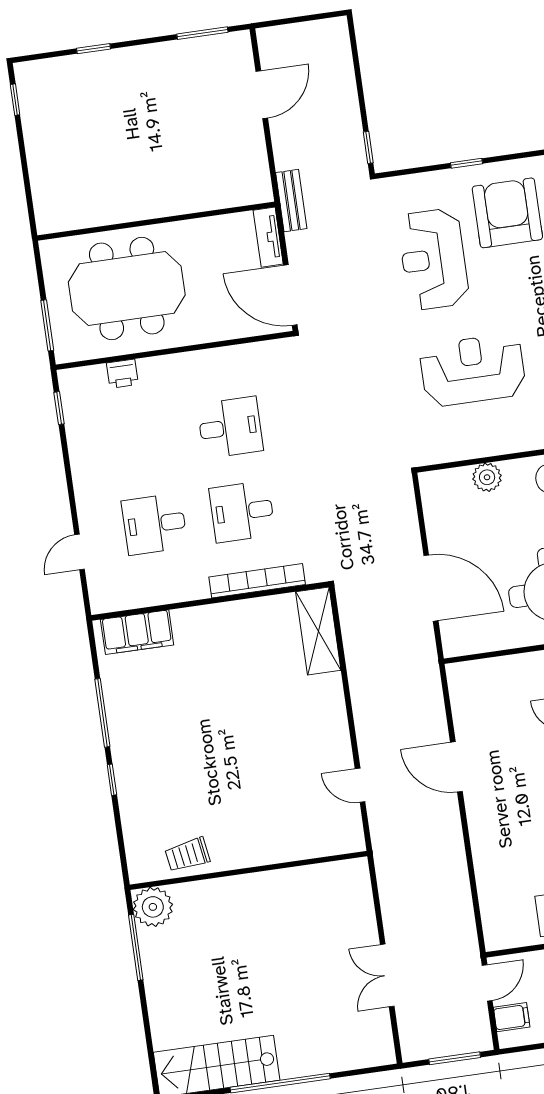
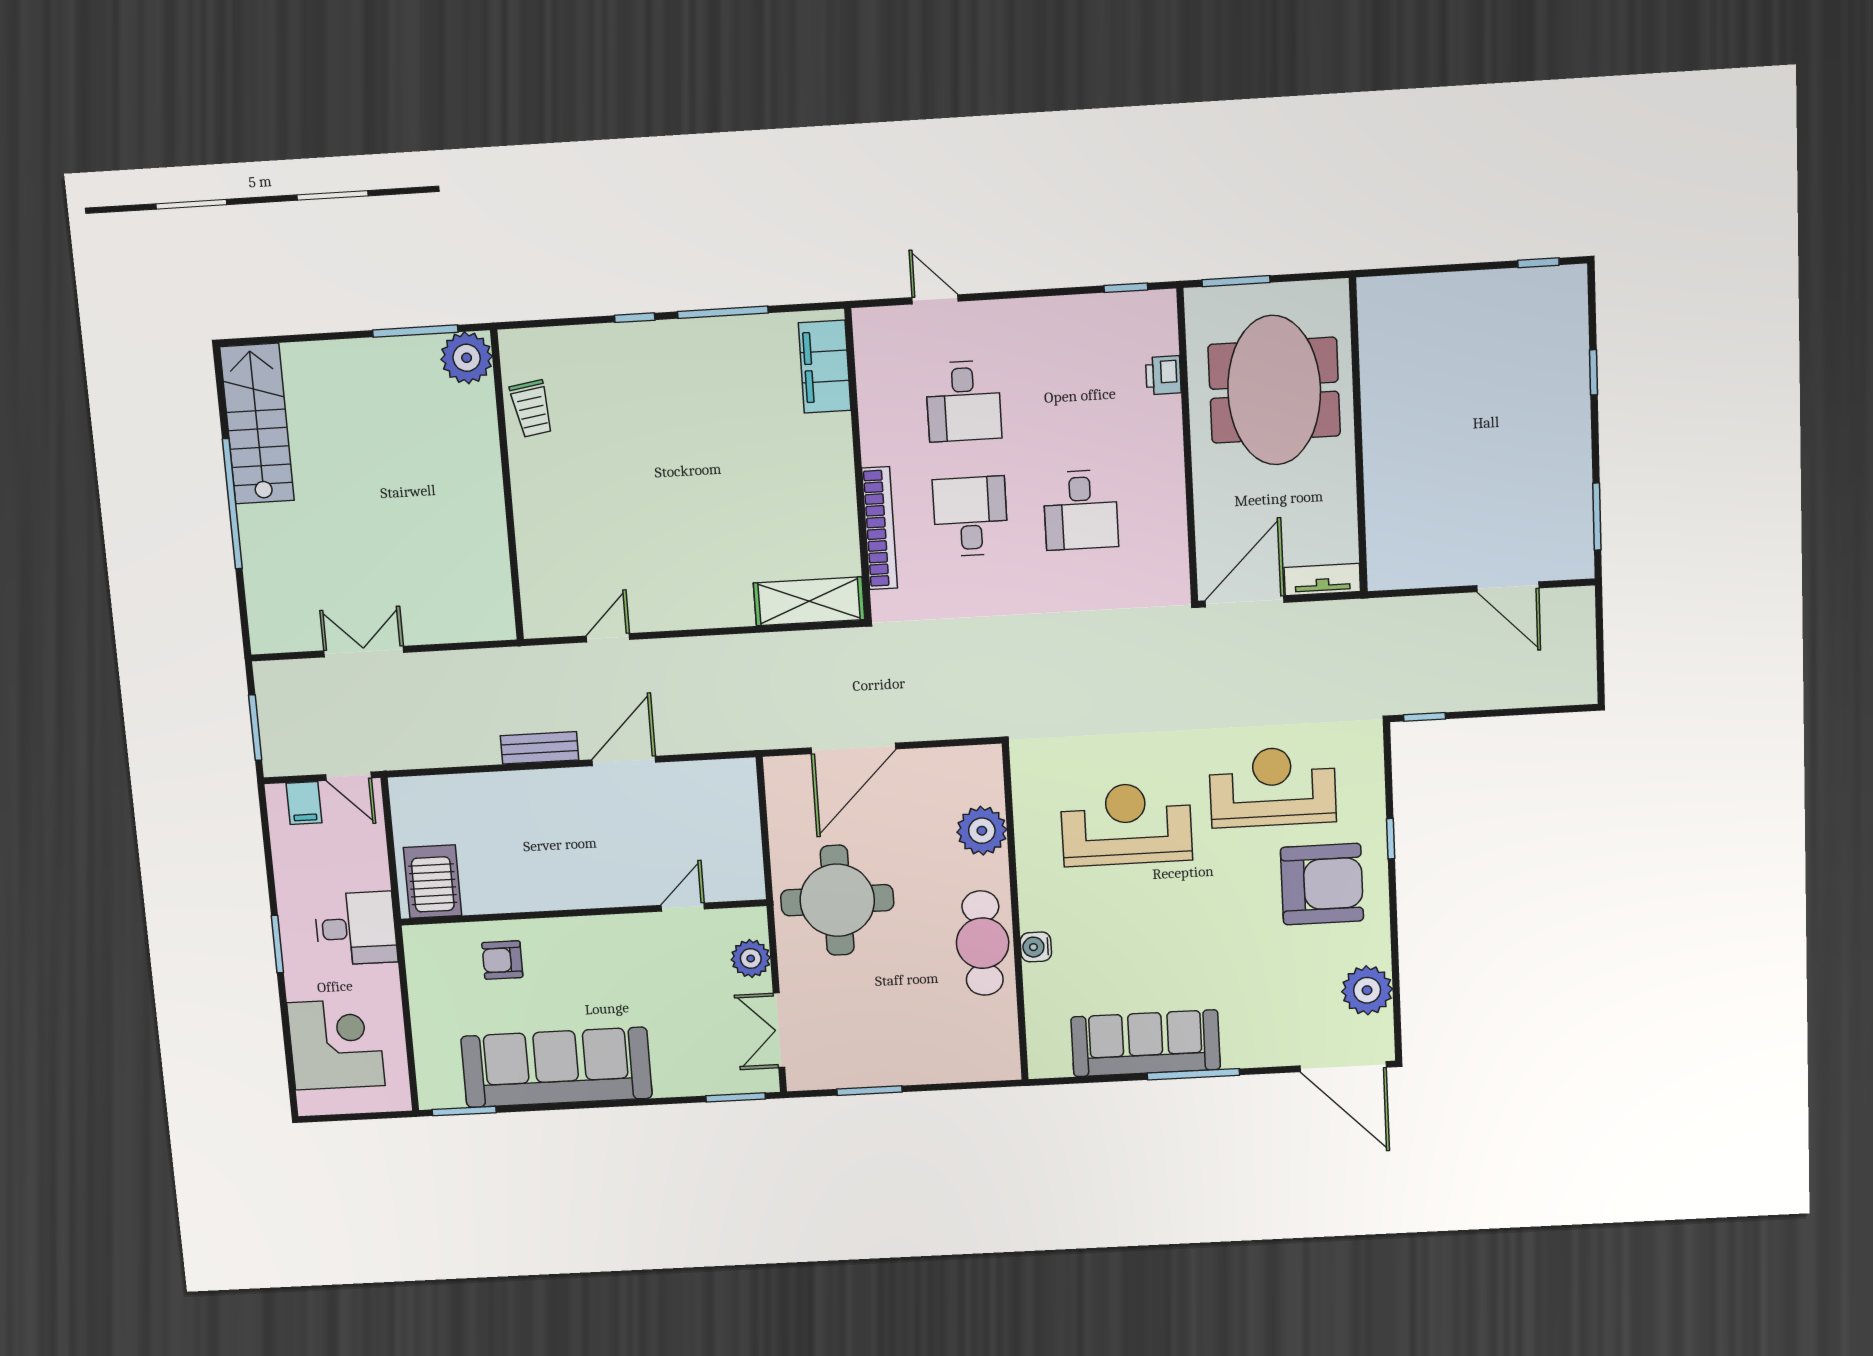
bench: (291, 201) -> (540, 748), moved
reception desk: (473, 370) -> (1126, 824), turned -90
plant: (487, 477) -> (982, 831), width x1.36, depth x1.36
desk: (154, 524) -> (964, 401), turned 180
trolley: (187, 855) -> (532, 409), turned 180

